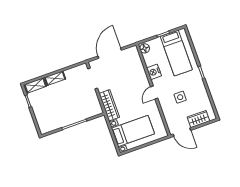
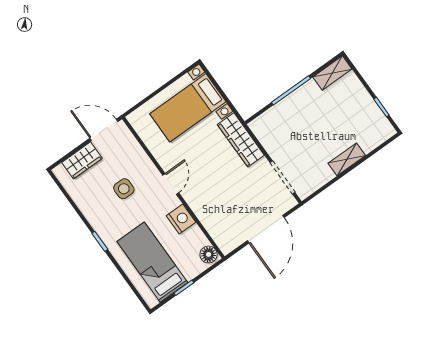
shelving: (35, 85) -> (332, 73), moved

